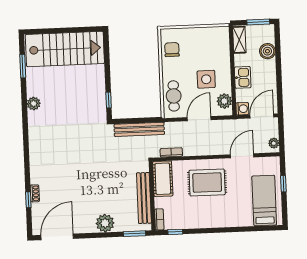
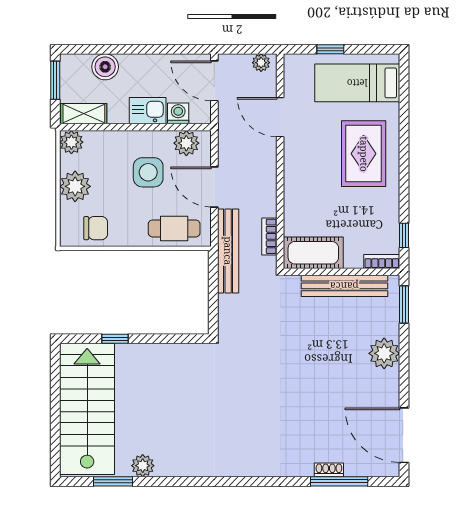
plant: (222, 33) -> (71, 142), added
plant: (196, 36) -> (75, 186), added
chair: (172, 50) -> (96, 228), turned 180
window: (109, 100) -> (115, 339), moved
plant: (34, 104) -> (143, 466), moved
washing machine: (242, 109) -> (178, 113), moved
bench: (139, 129) -> (228, 251), moved
rug: (207, 182) -> (364, 154), moved
window: (28, 200) -> (339, 481), width x2.17

